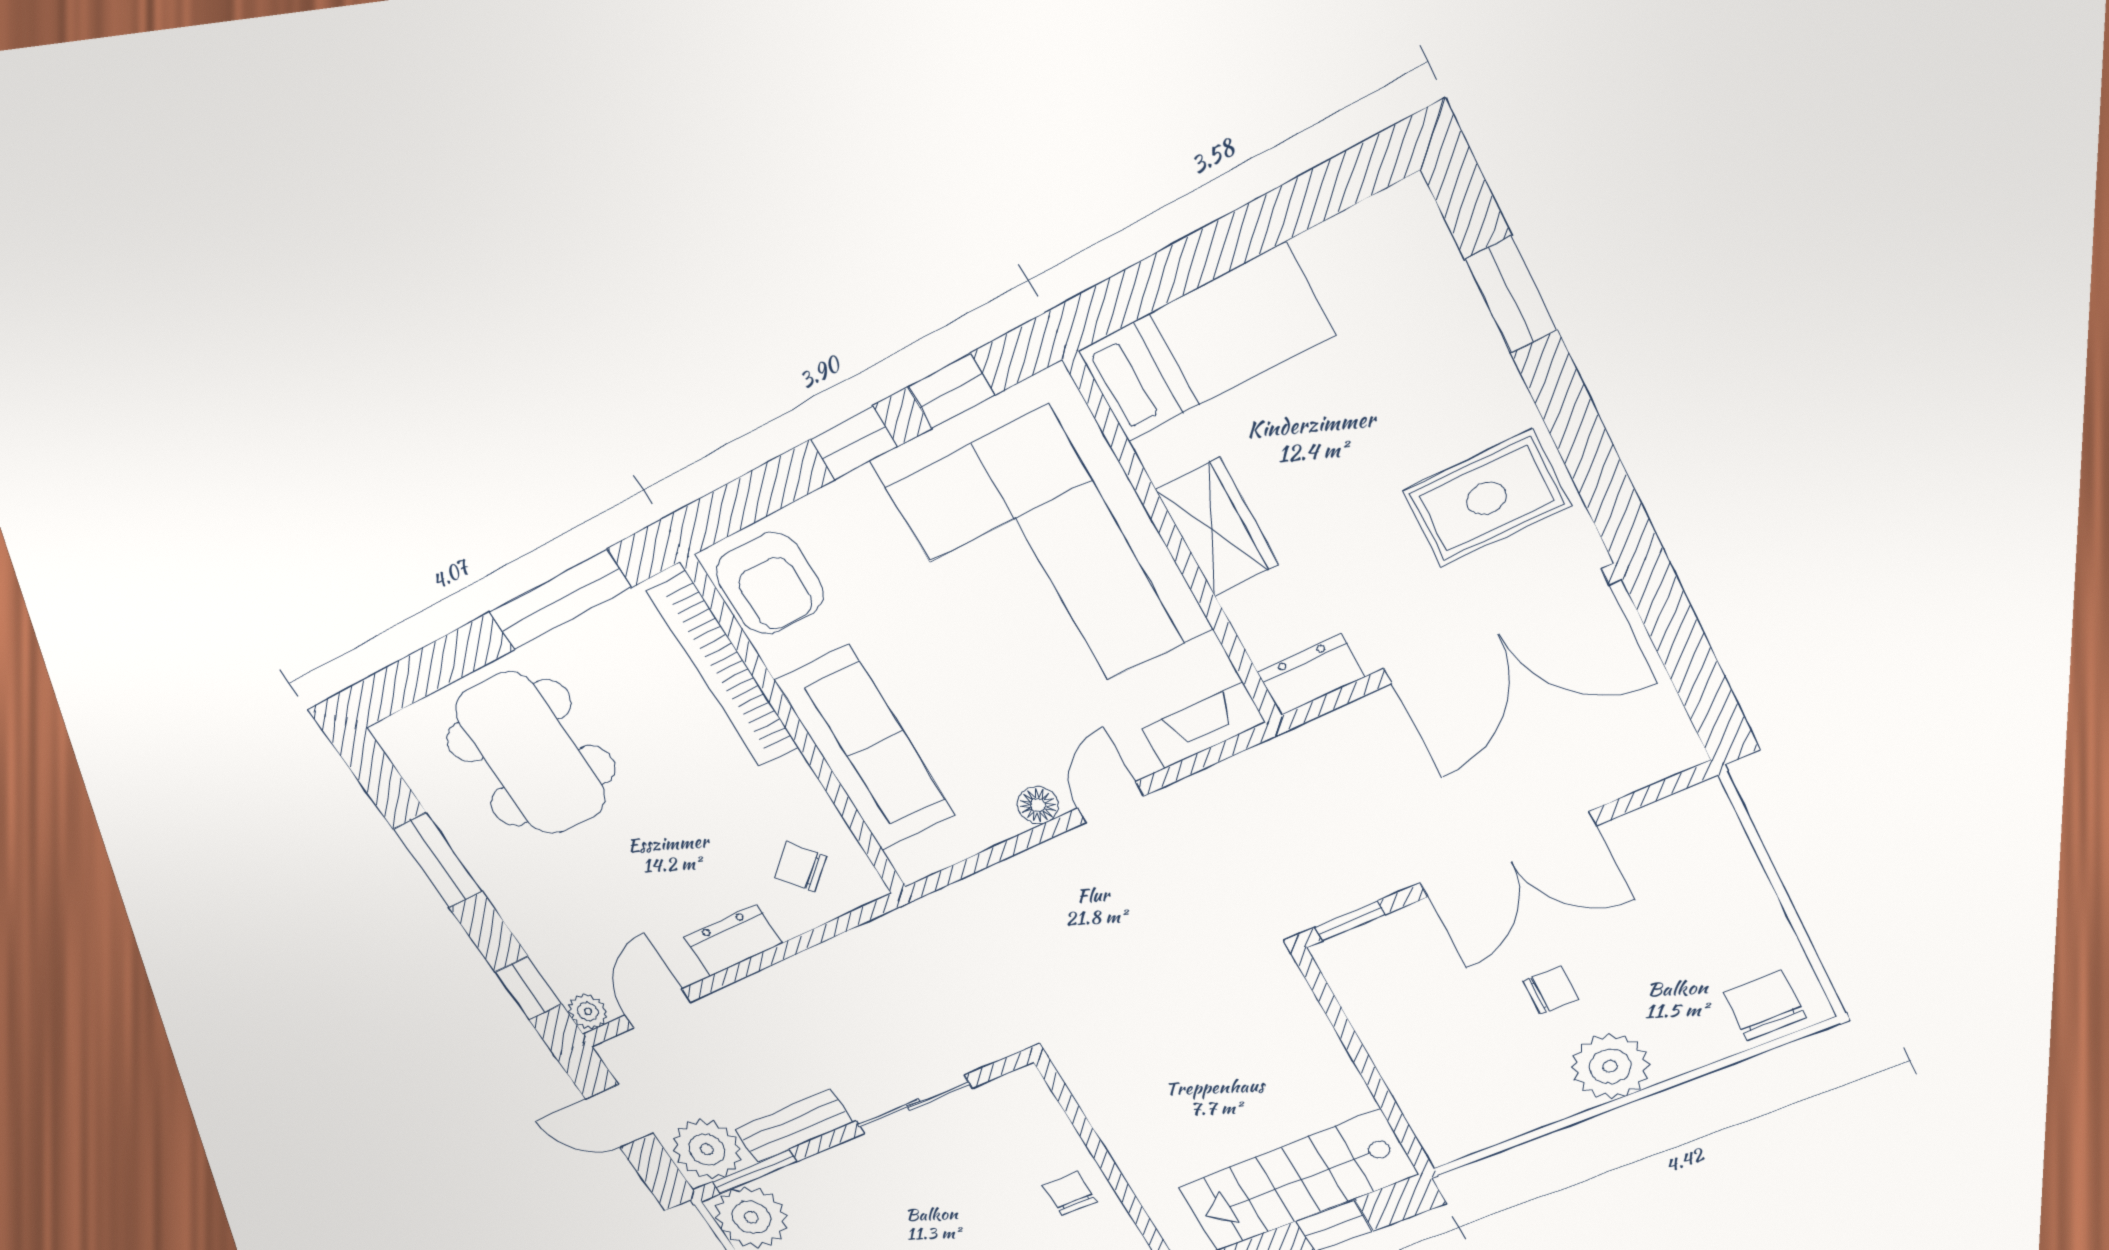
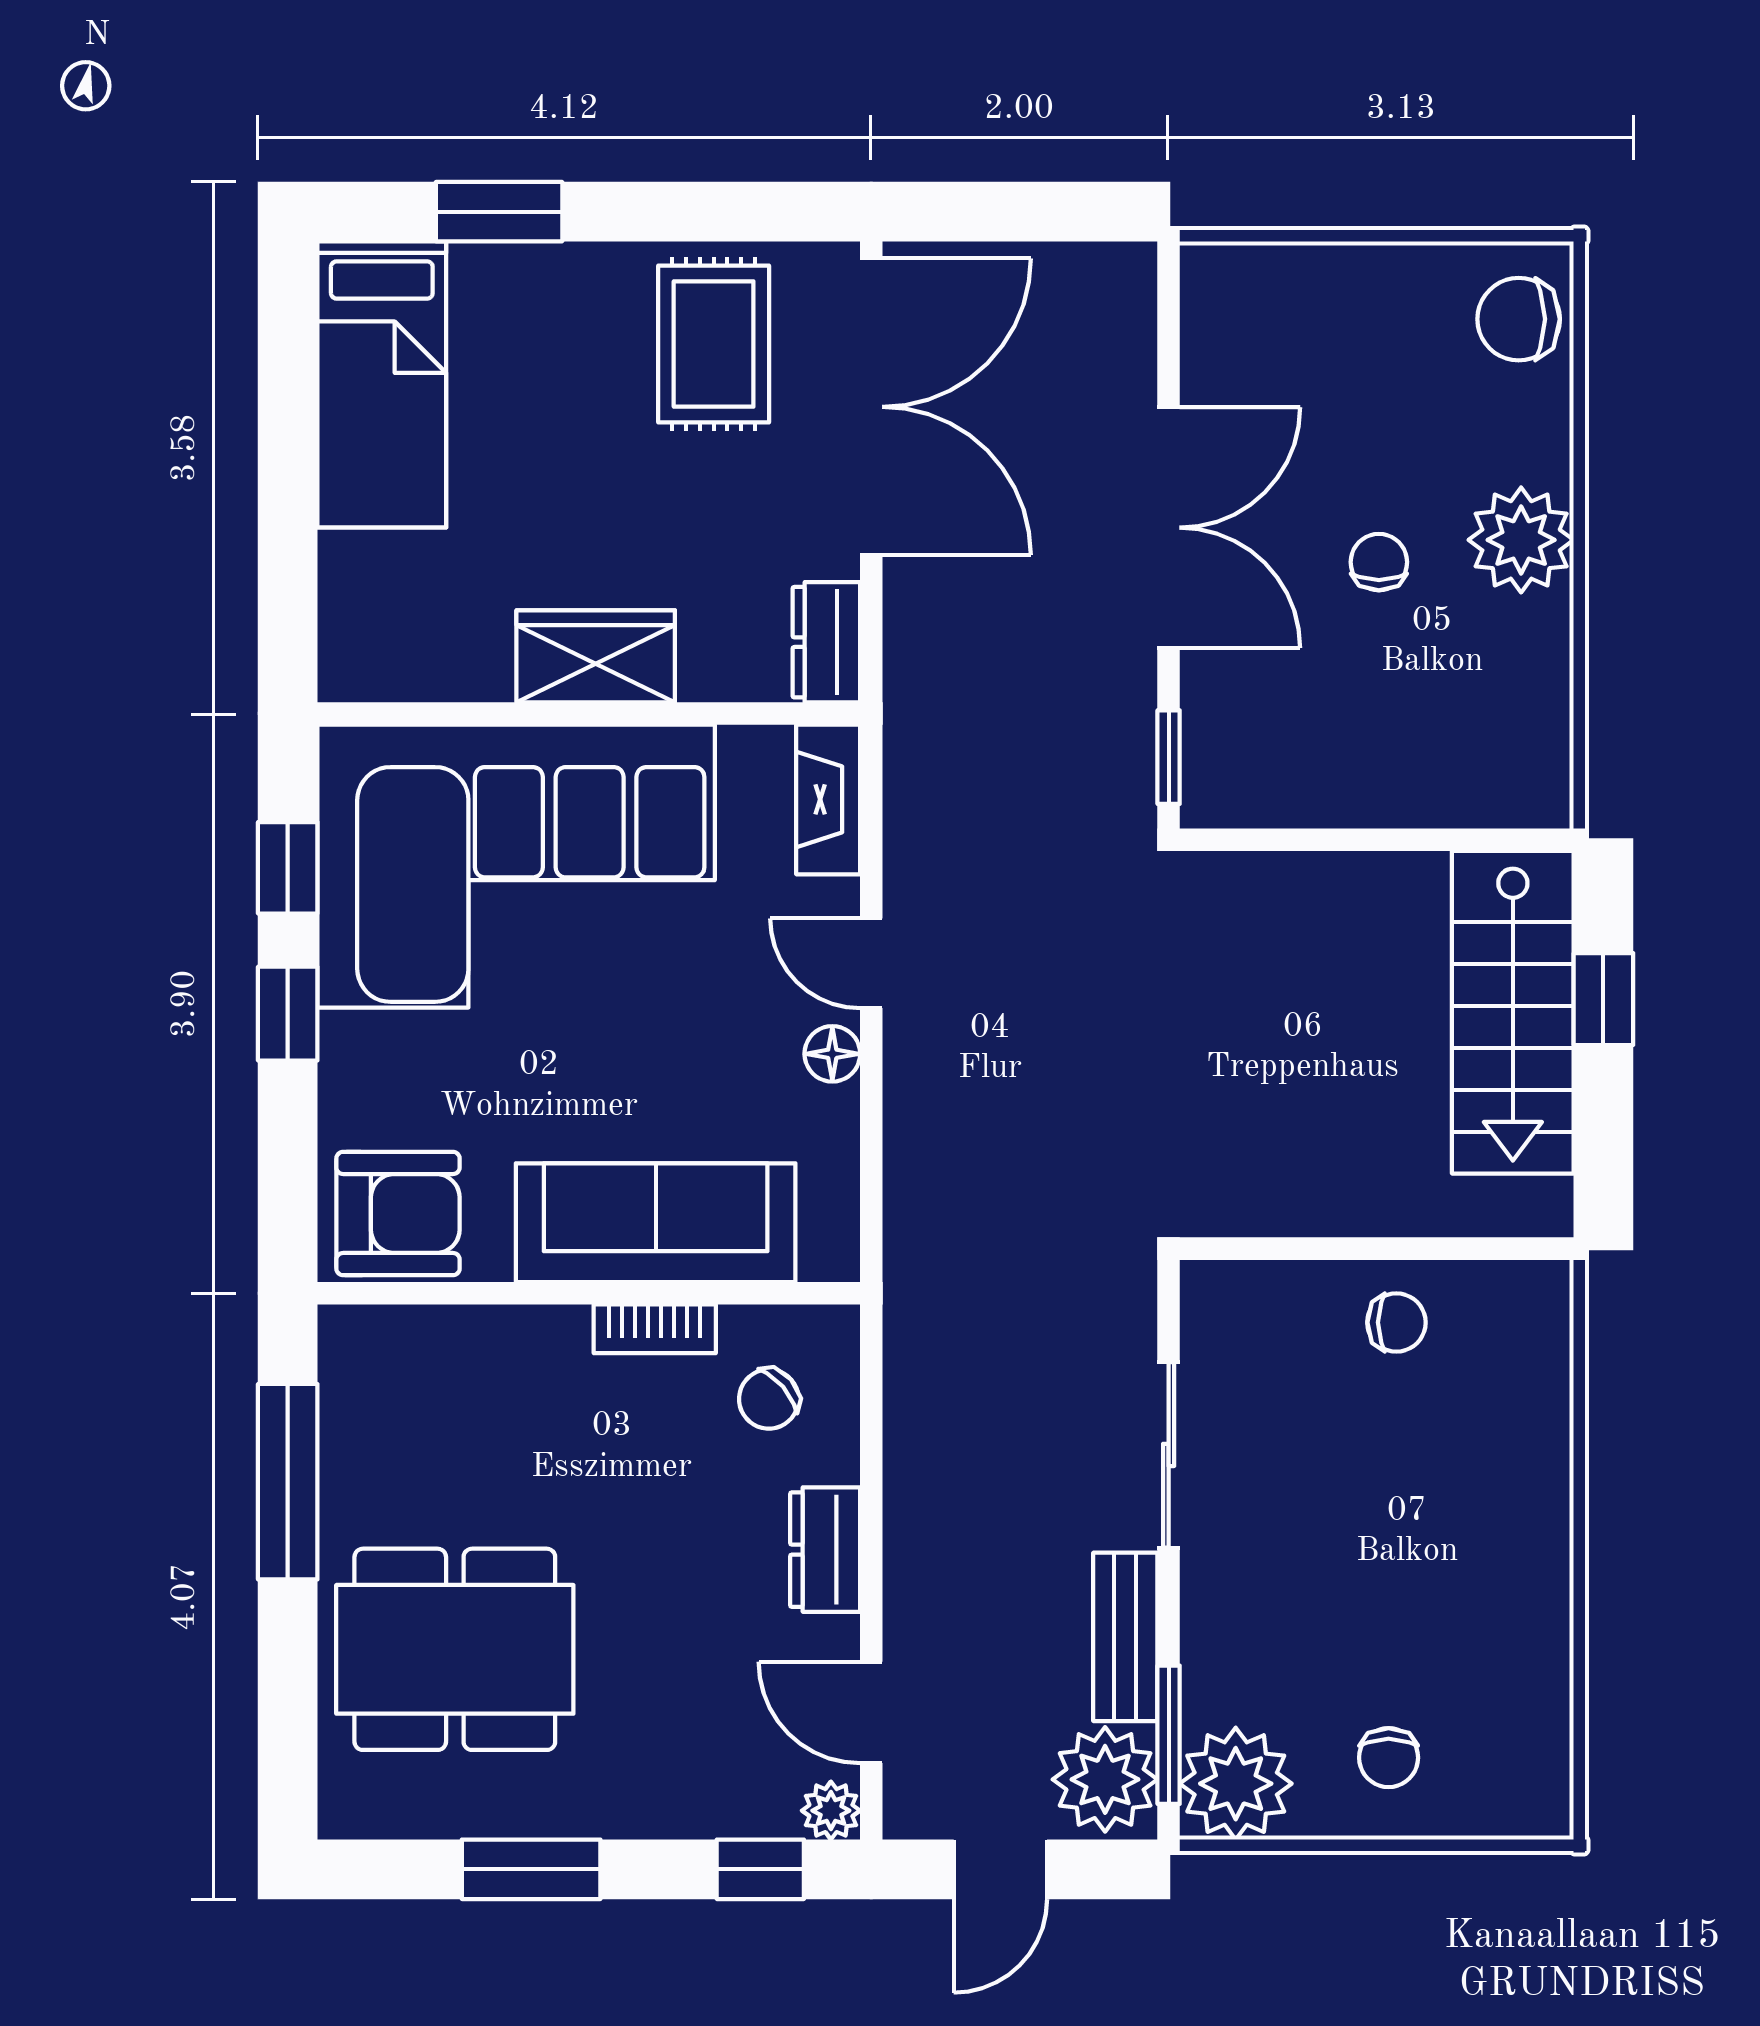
bed: (1205, 343) -> (382, 384), moved, turned 180
bookcase: (723, 670) -> (655, 1329), moved, width x0.43, depth x0.76
chair: (1070, 1193) -> (1396, 1322), turned 180

